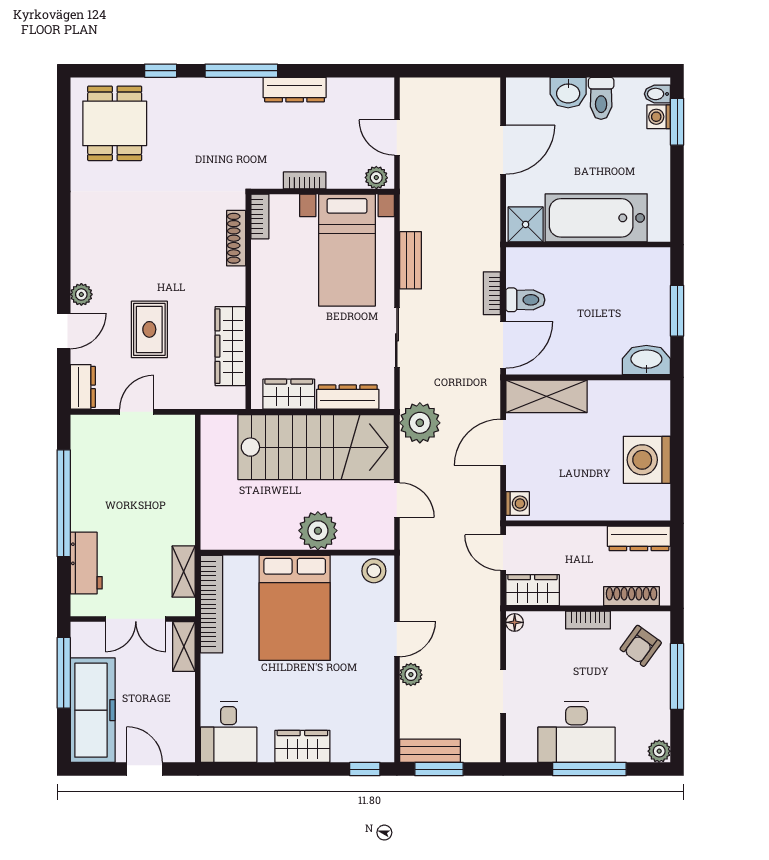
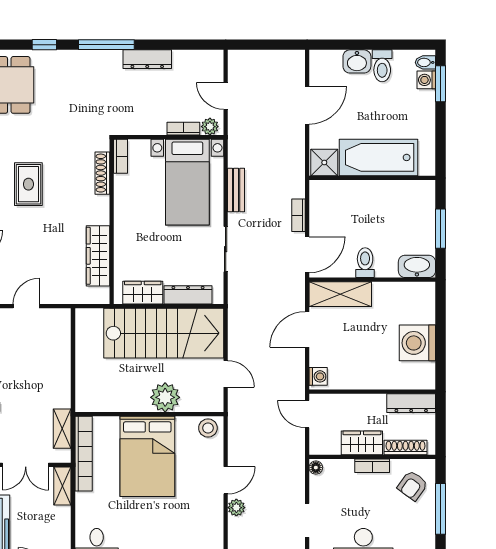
bookcase: (305, 180) -> (183, 129), moved
toilet: (525, 300) -> (365, 263), moved, turned -90
rug: (149, 329) -> (28, 184), moved
plant: (420, 423) -> (243, 315), removed
wardrobe: (533, 590) -> (362, 443), moved

